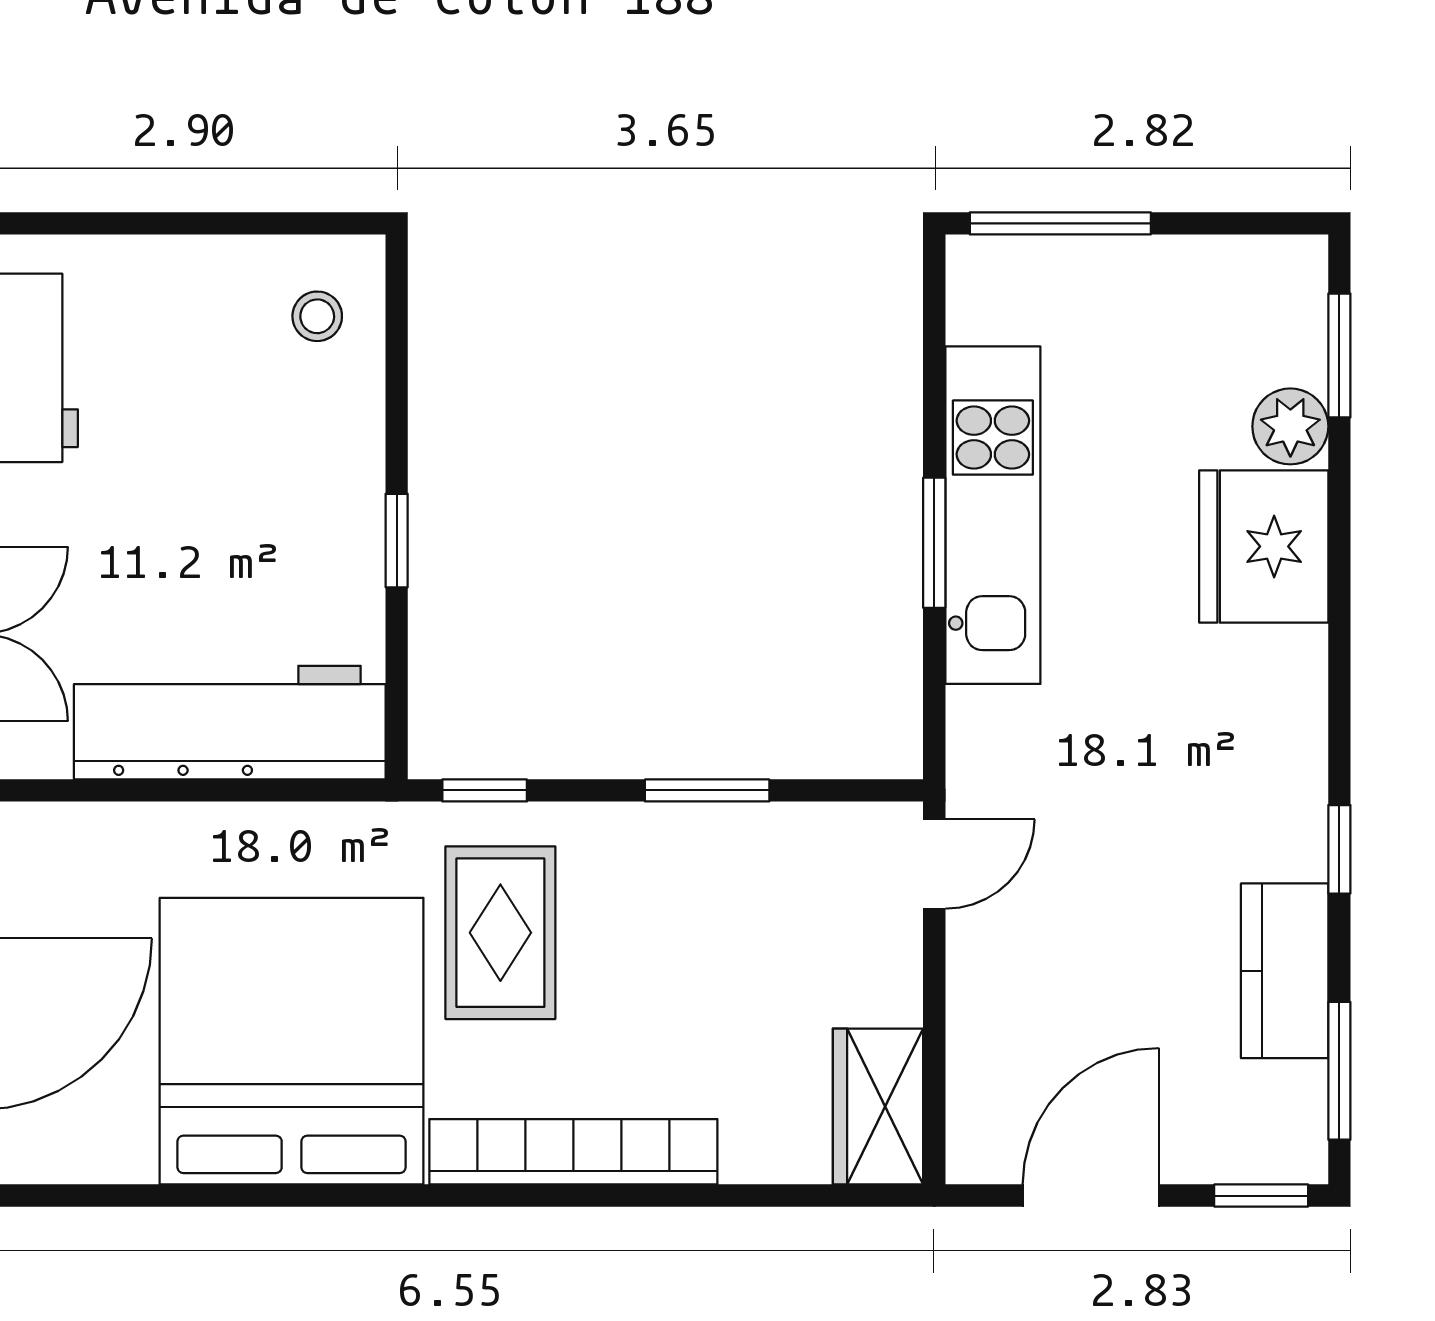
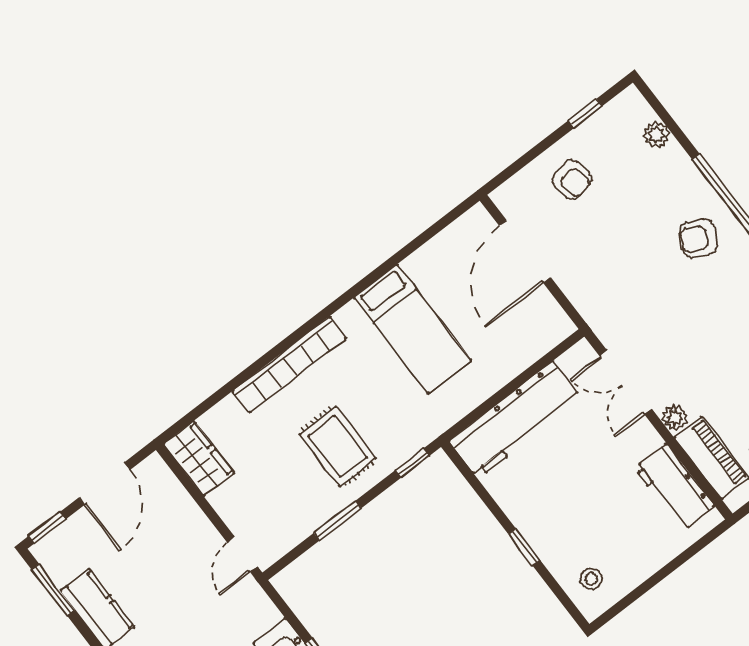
window: (397, 541) -> (524, 547), moved
rug: (500, 933) -> (338, 446), moved
bed: (292, 1041) -> (412, 329), width x0.49

